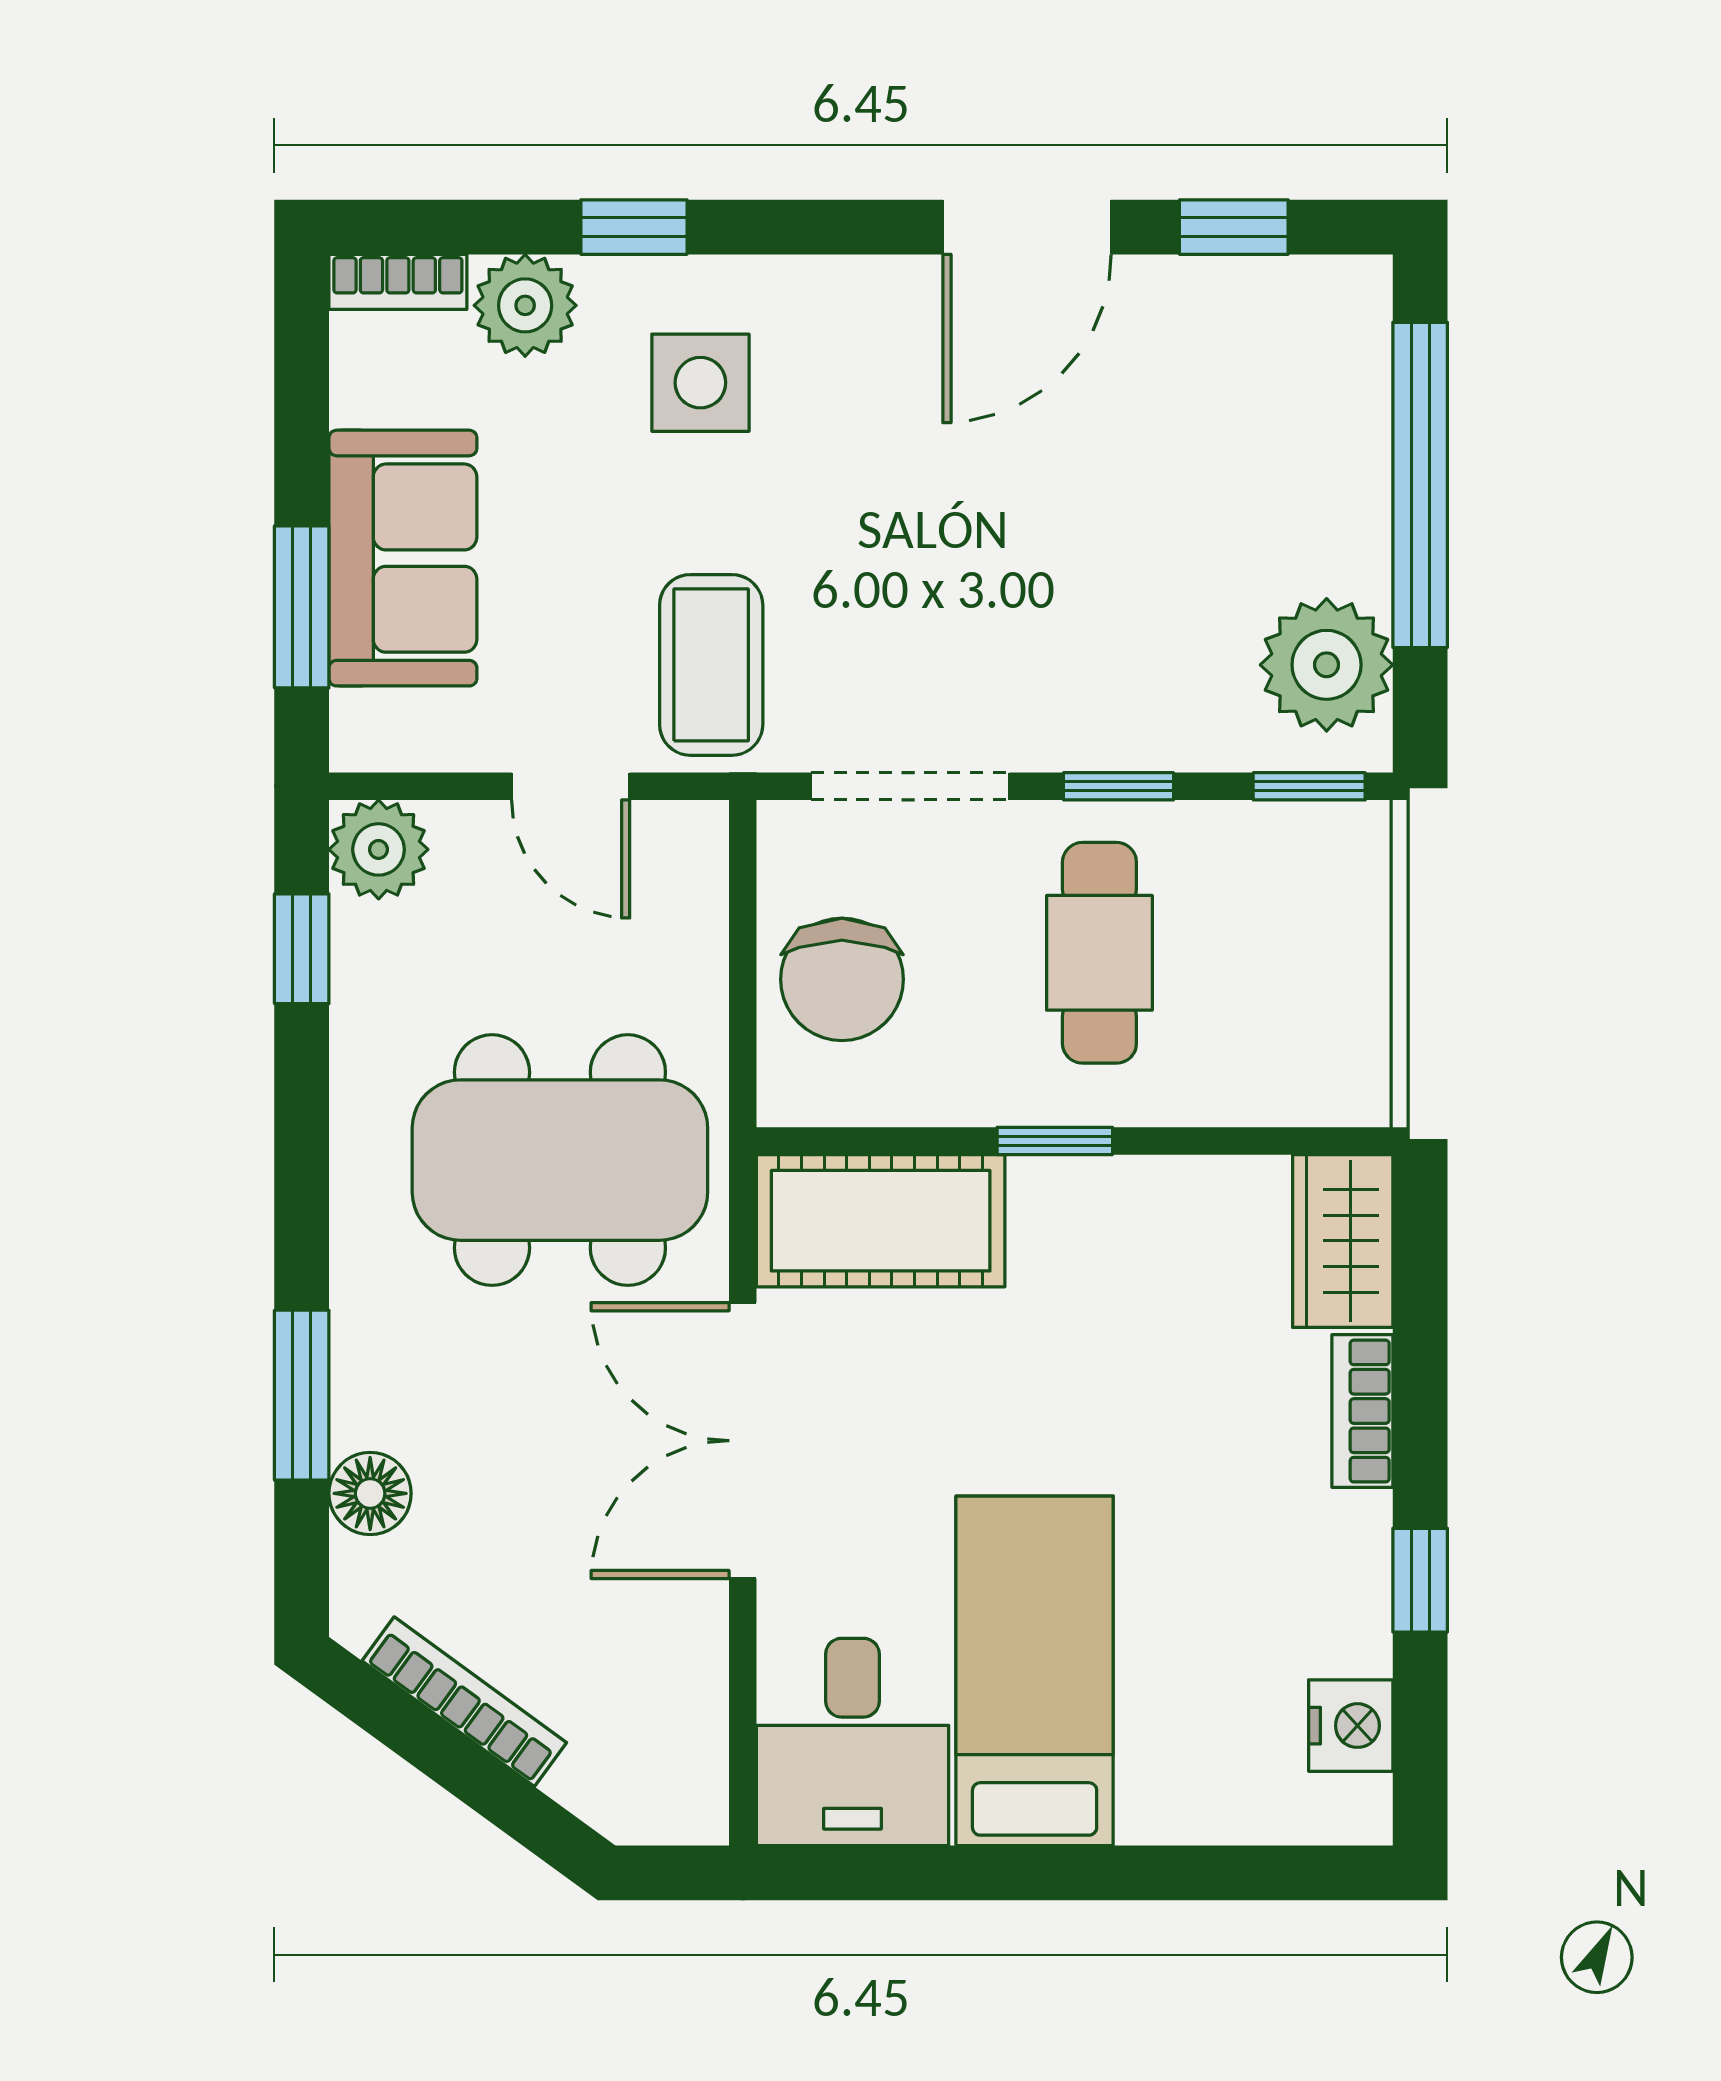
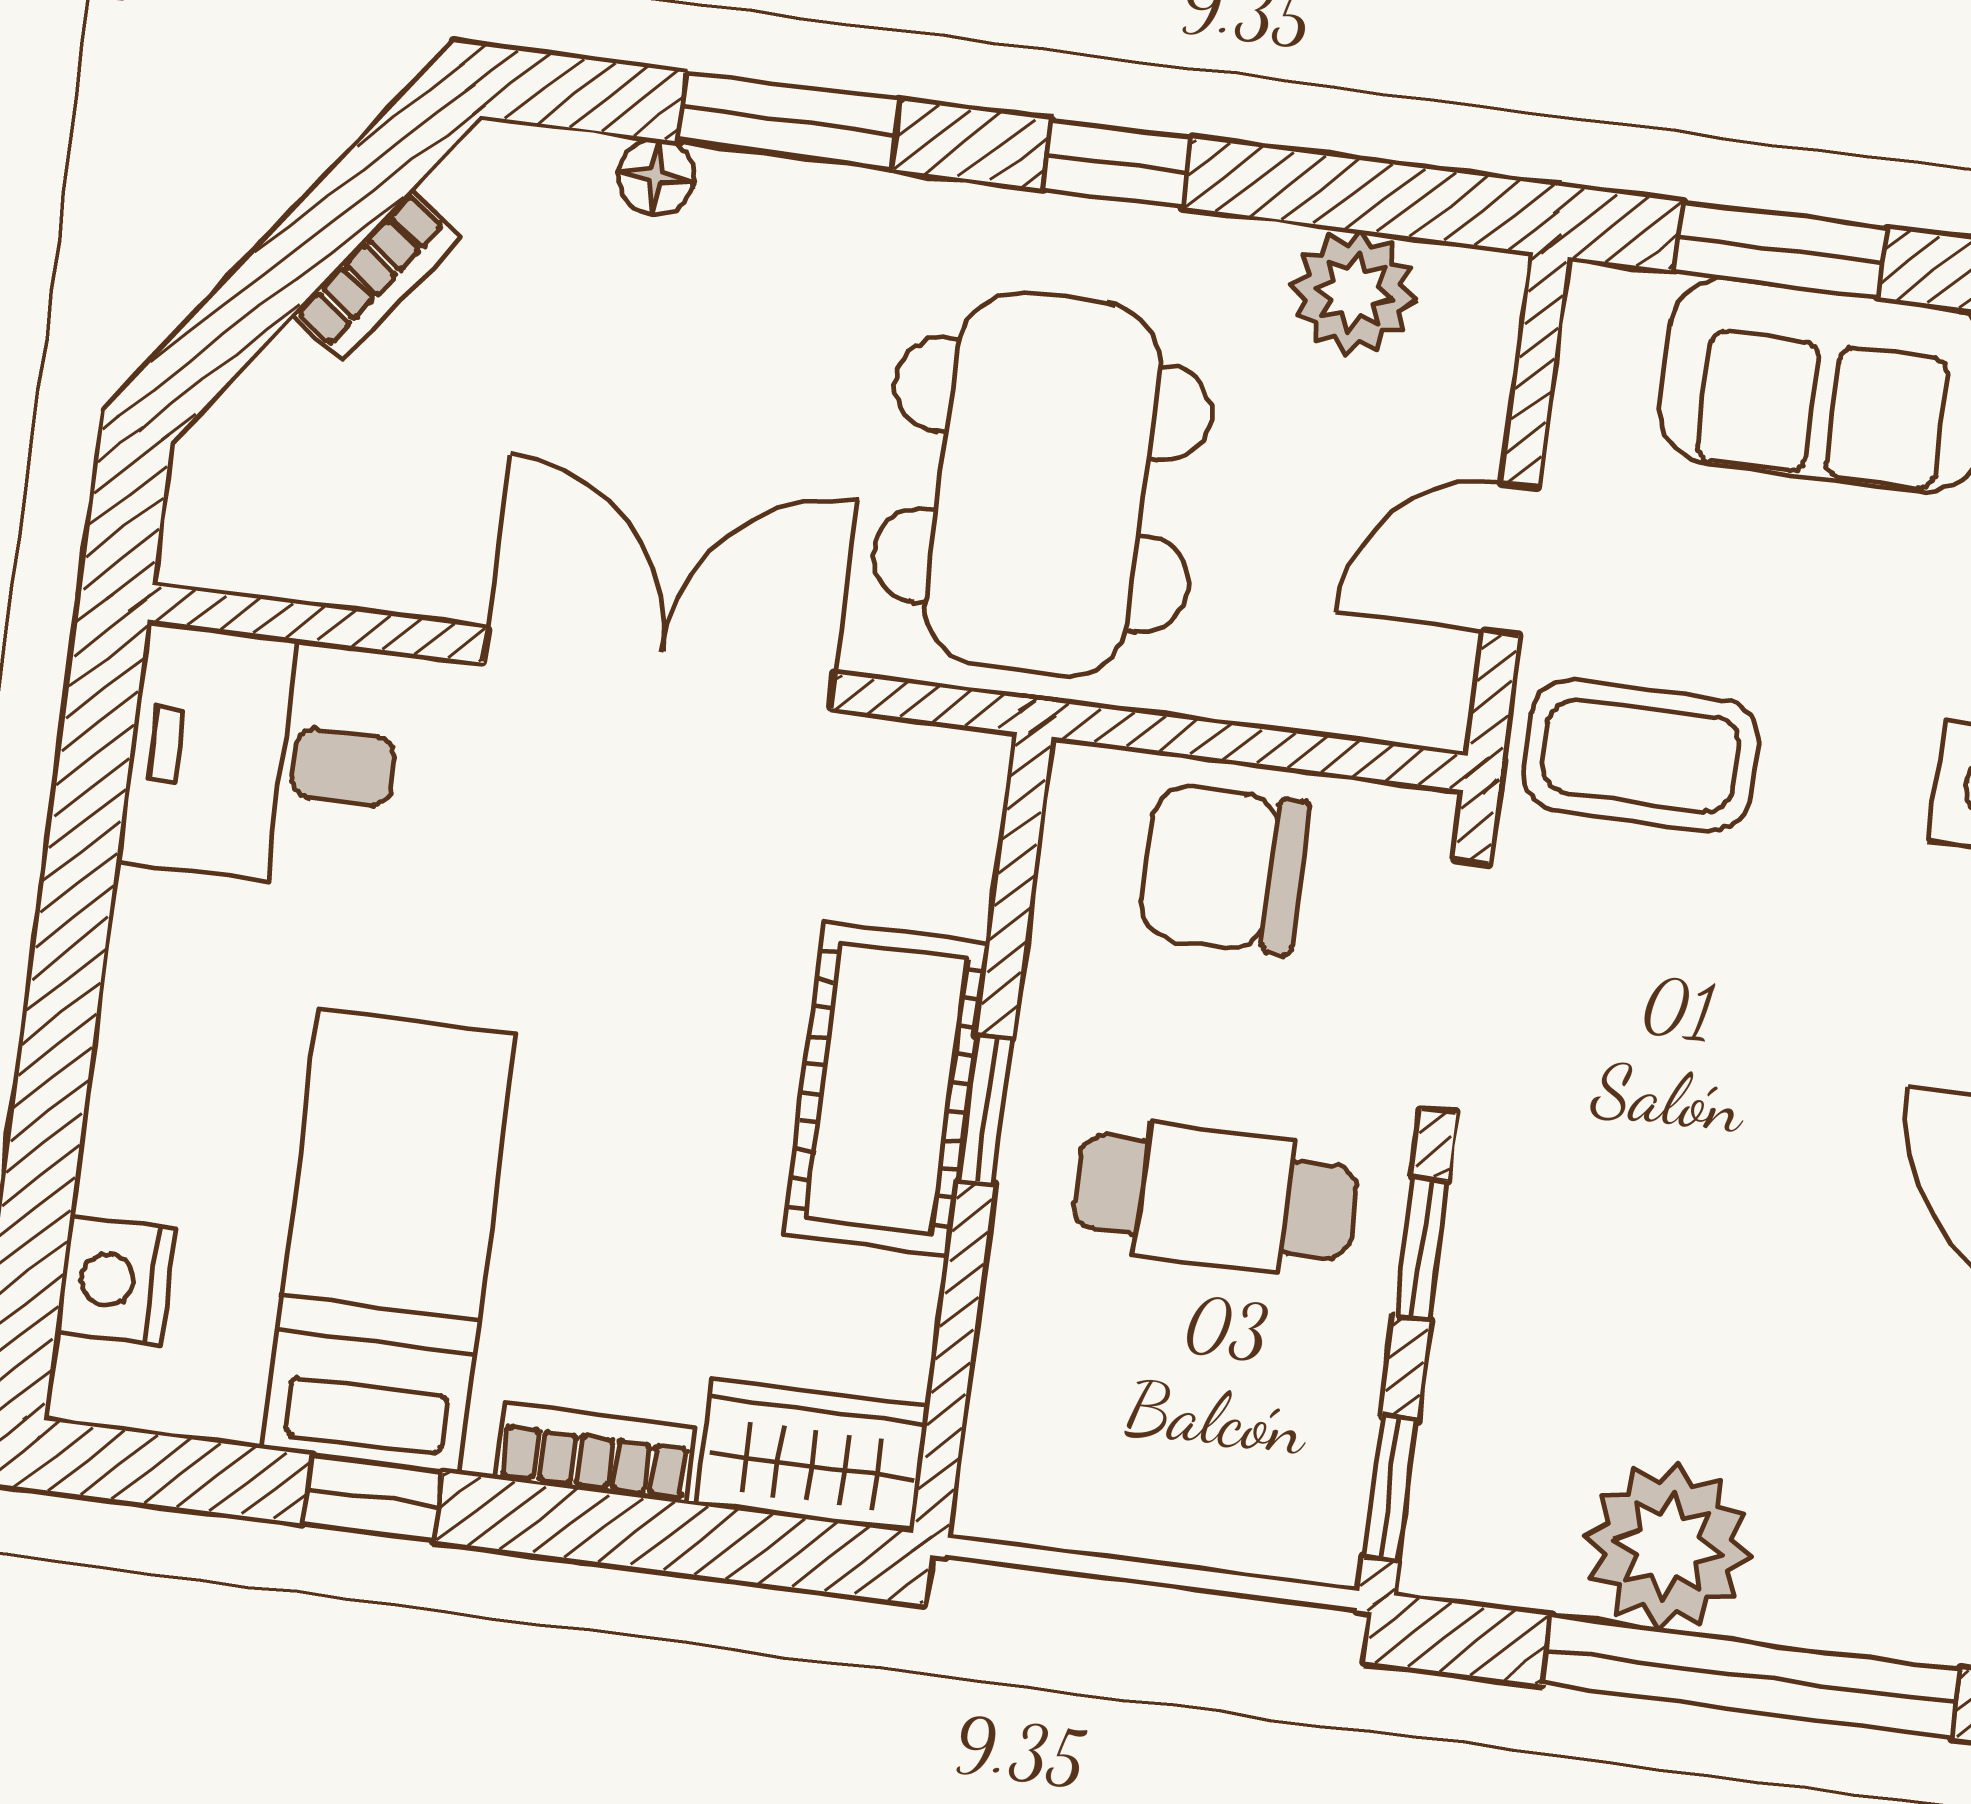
plant: (1327, 665) -> (1668, 1546), moved
plant: (379, 849) -> (1354, 292), moved
window: (302, 949) -> (1117, 163), moved
cot: (881, 1221) -> (886, 1089), moved
floor lamp: (370, 1493) -> (656, 177), width x0.73, depth x0.73
bed: (1035, 1671) -> (389, 1241), moved, turned -90
bookcase: (464, 1702) -> (377, 275), width x0.64
nightstand: (1351, 1726) -> (116, 1280), moved, turned 90

